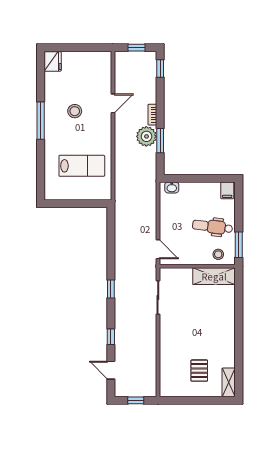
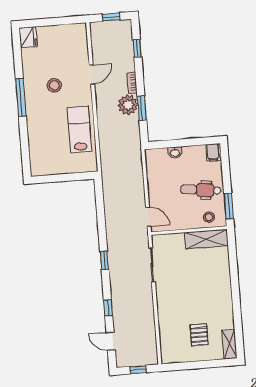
window: (160, 68) -> (137, 48), moved
lab bench: (82, 166) -> (79, 129), moved, turned -90
washbasin: (172, 187) -> (175, 153), moved

